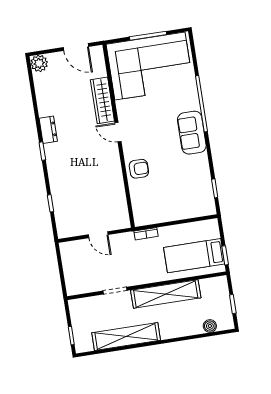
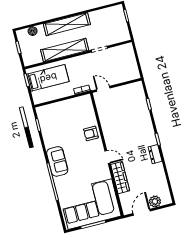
door: (76, 47) -> (142, 212), hinge flipped
plant: (39, 63) -> (155, 201), moved
door: (98, 235) -> (103, 89), moved
shelving: (126, 336) -> (67, 24), moved

